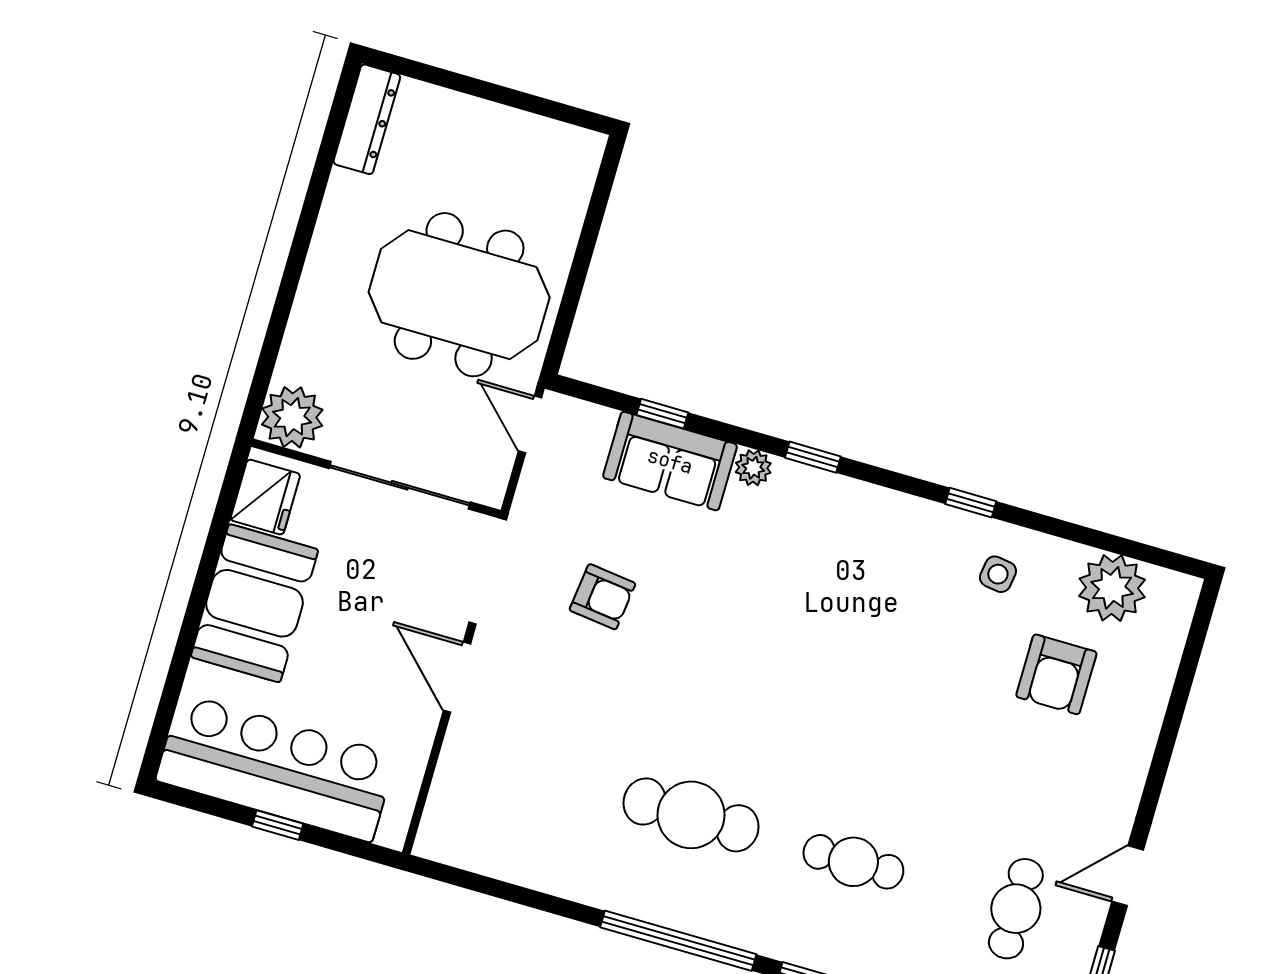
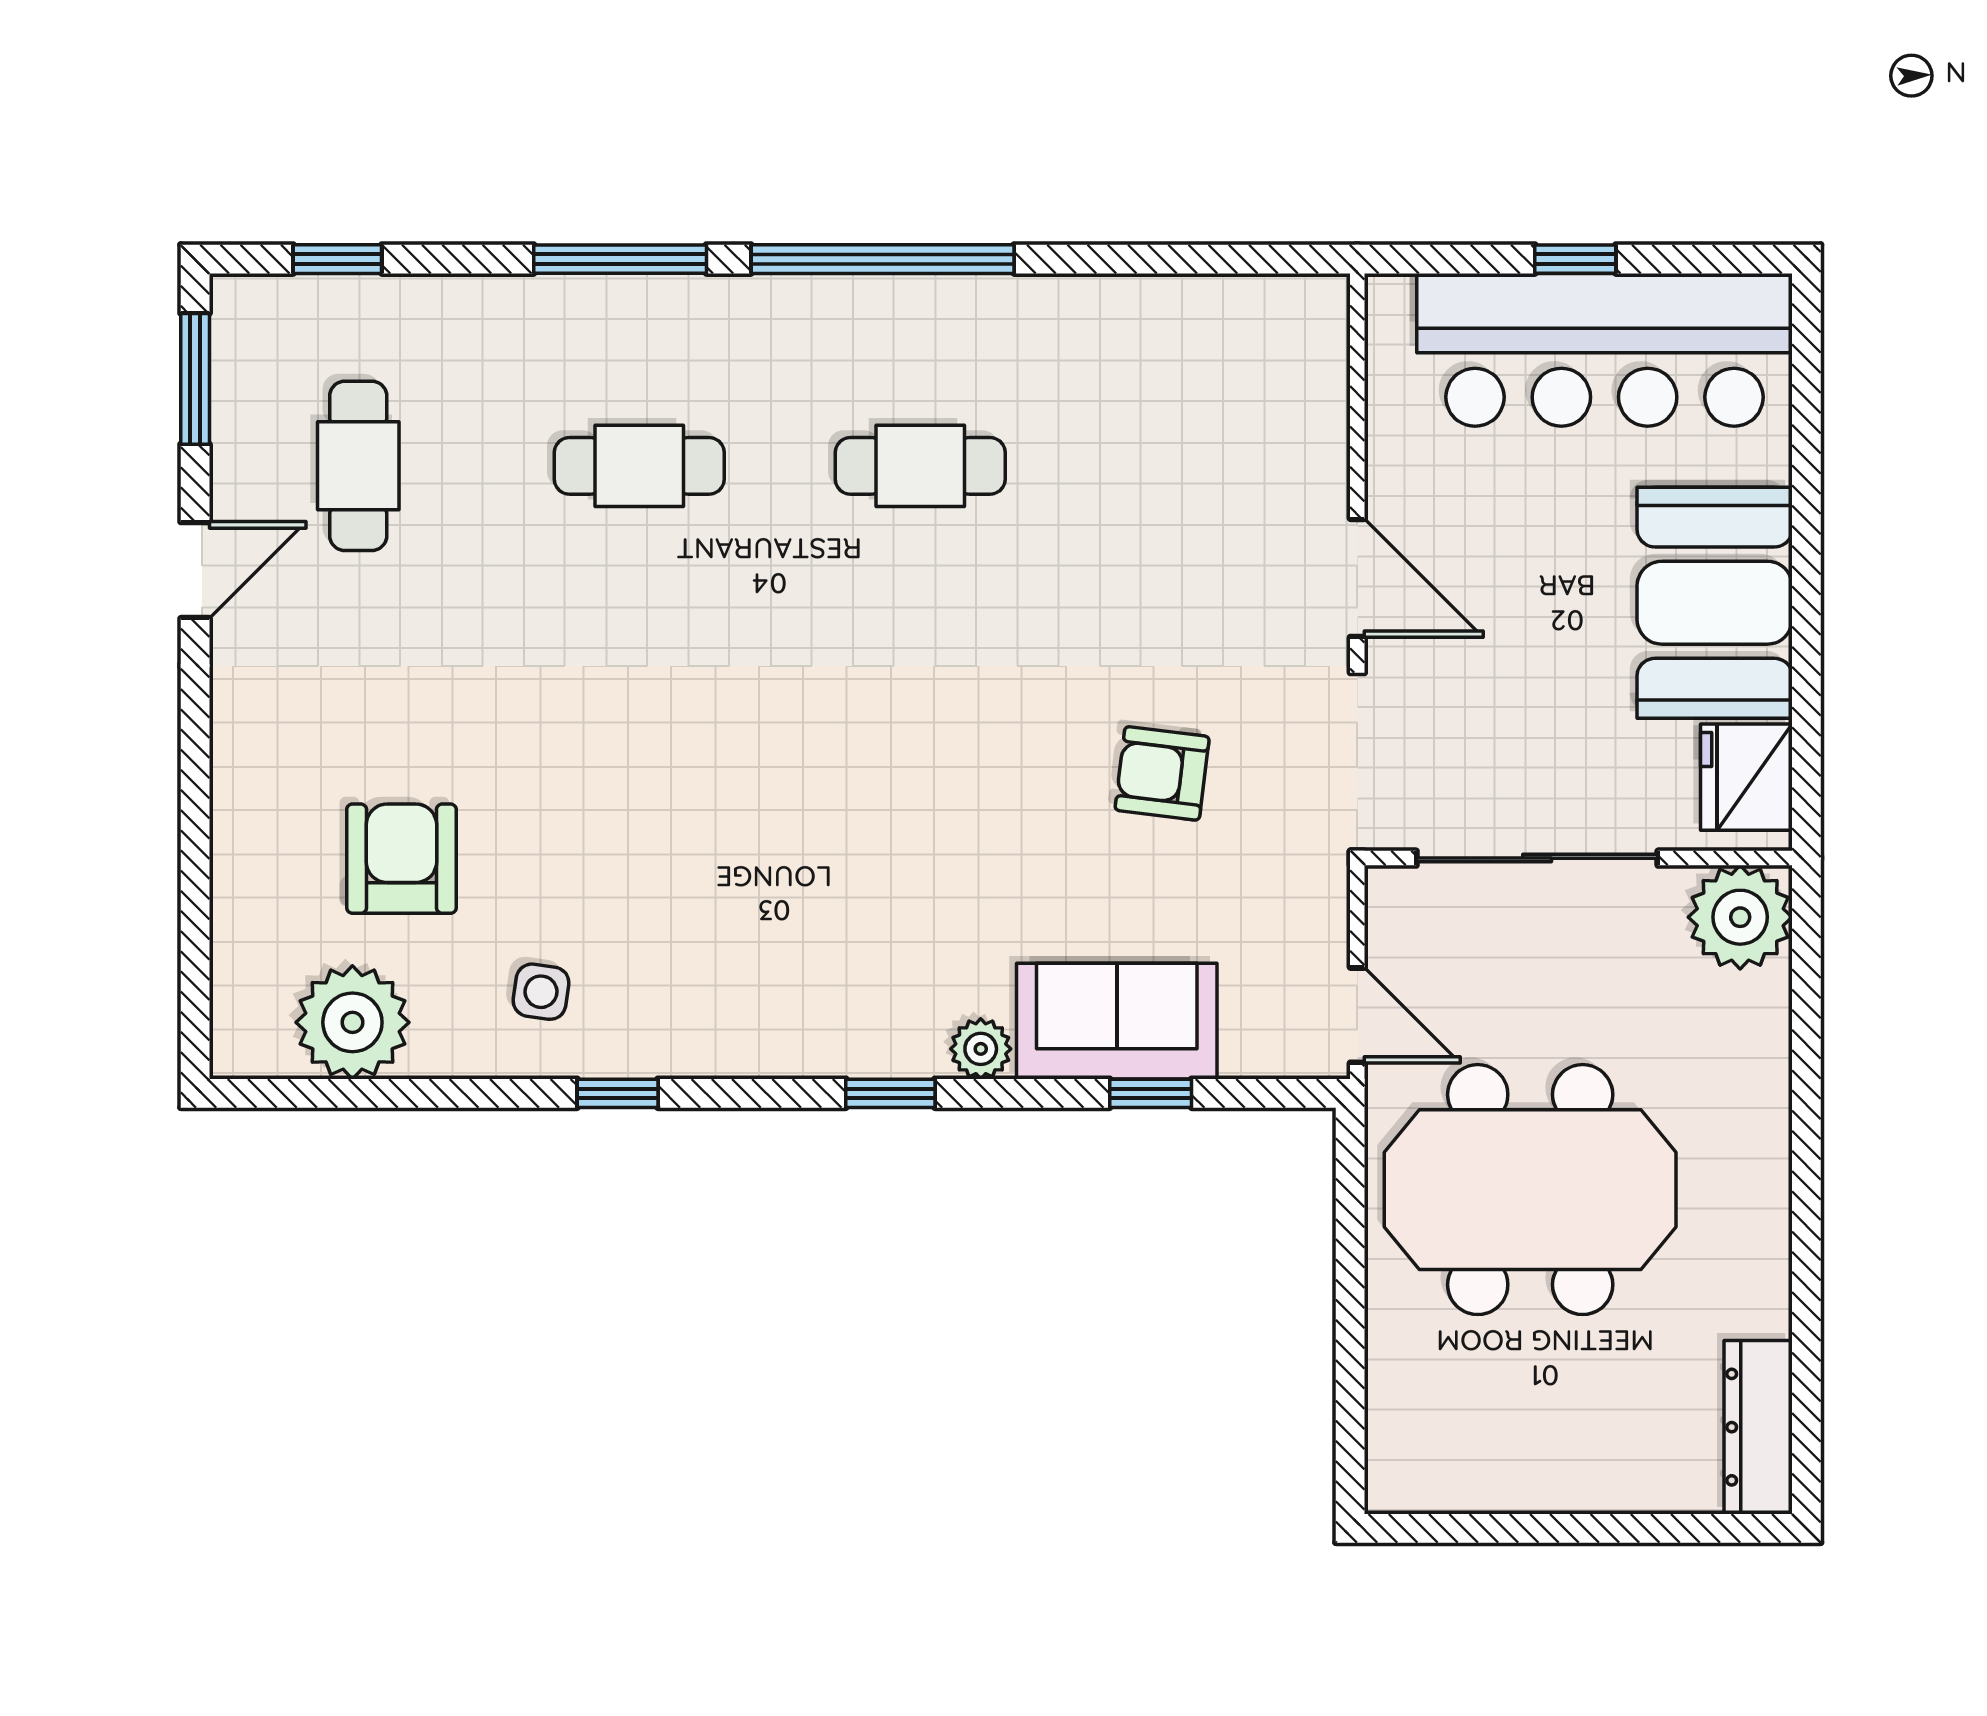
cafe table: (691, 815) -> (920, 466), width x0.73, depth x0.74

